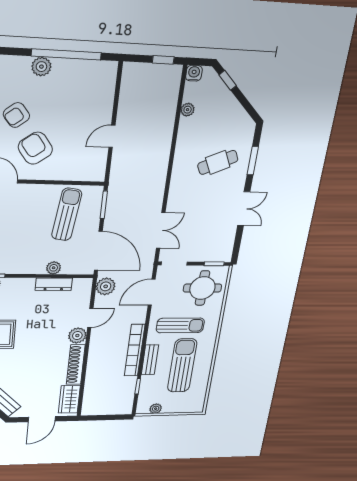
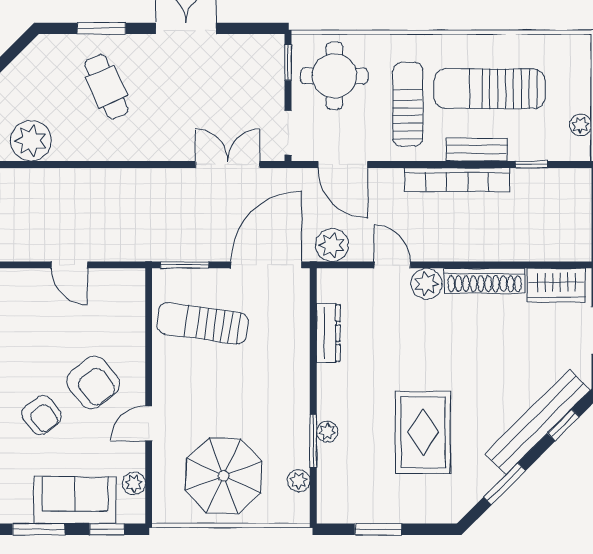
plant: (188, 110) -> (31, 141), width x1.88, depth x1.88
armchair: (35, 148) -> (93, 382), turned -92
plant: (54, 268) -> (298, 336), removed

